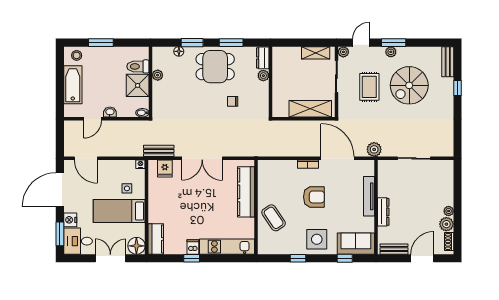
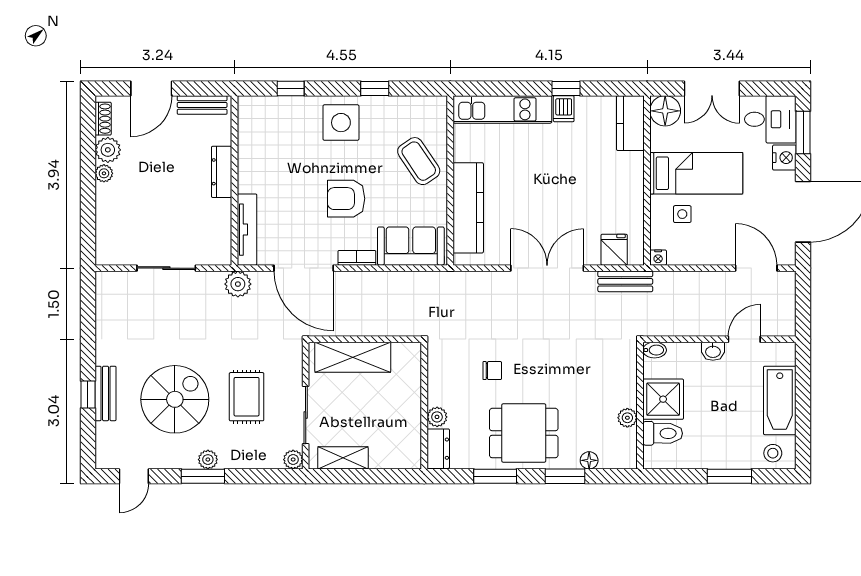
door: (361, 43) -> (134, 476), moved
bench: (448, 62) -> (106, 393), moved
tv unit: (369, 196) -> (247, 230), moved
sofa: (356, 244) -> (411, 246), moved, turned 180

